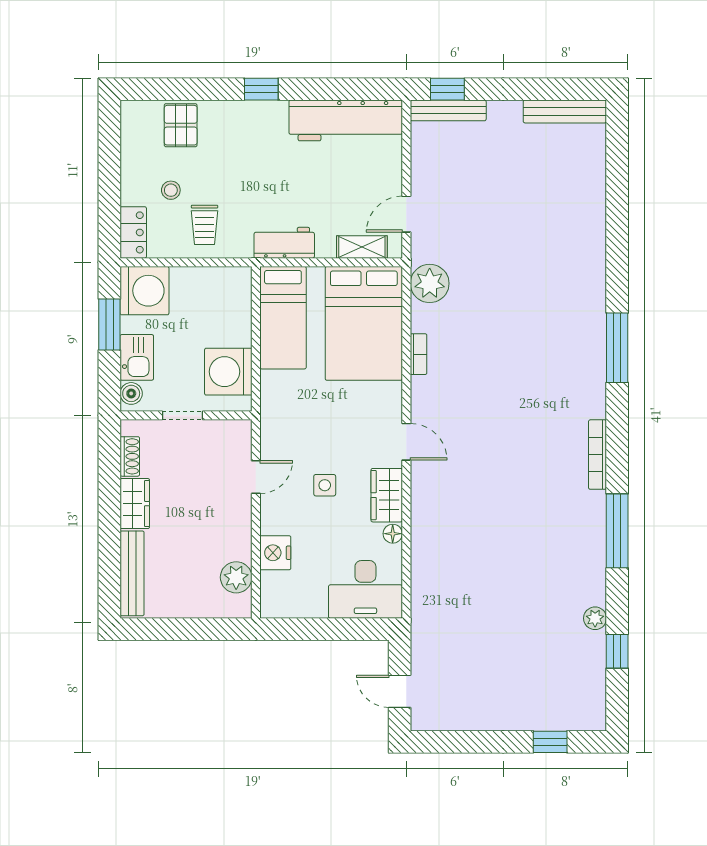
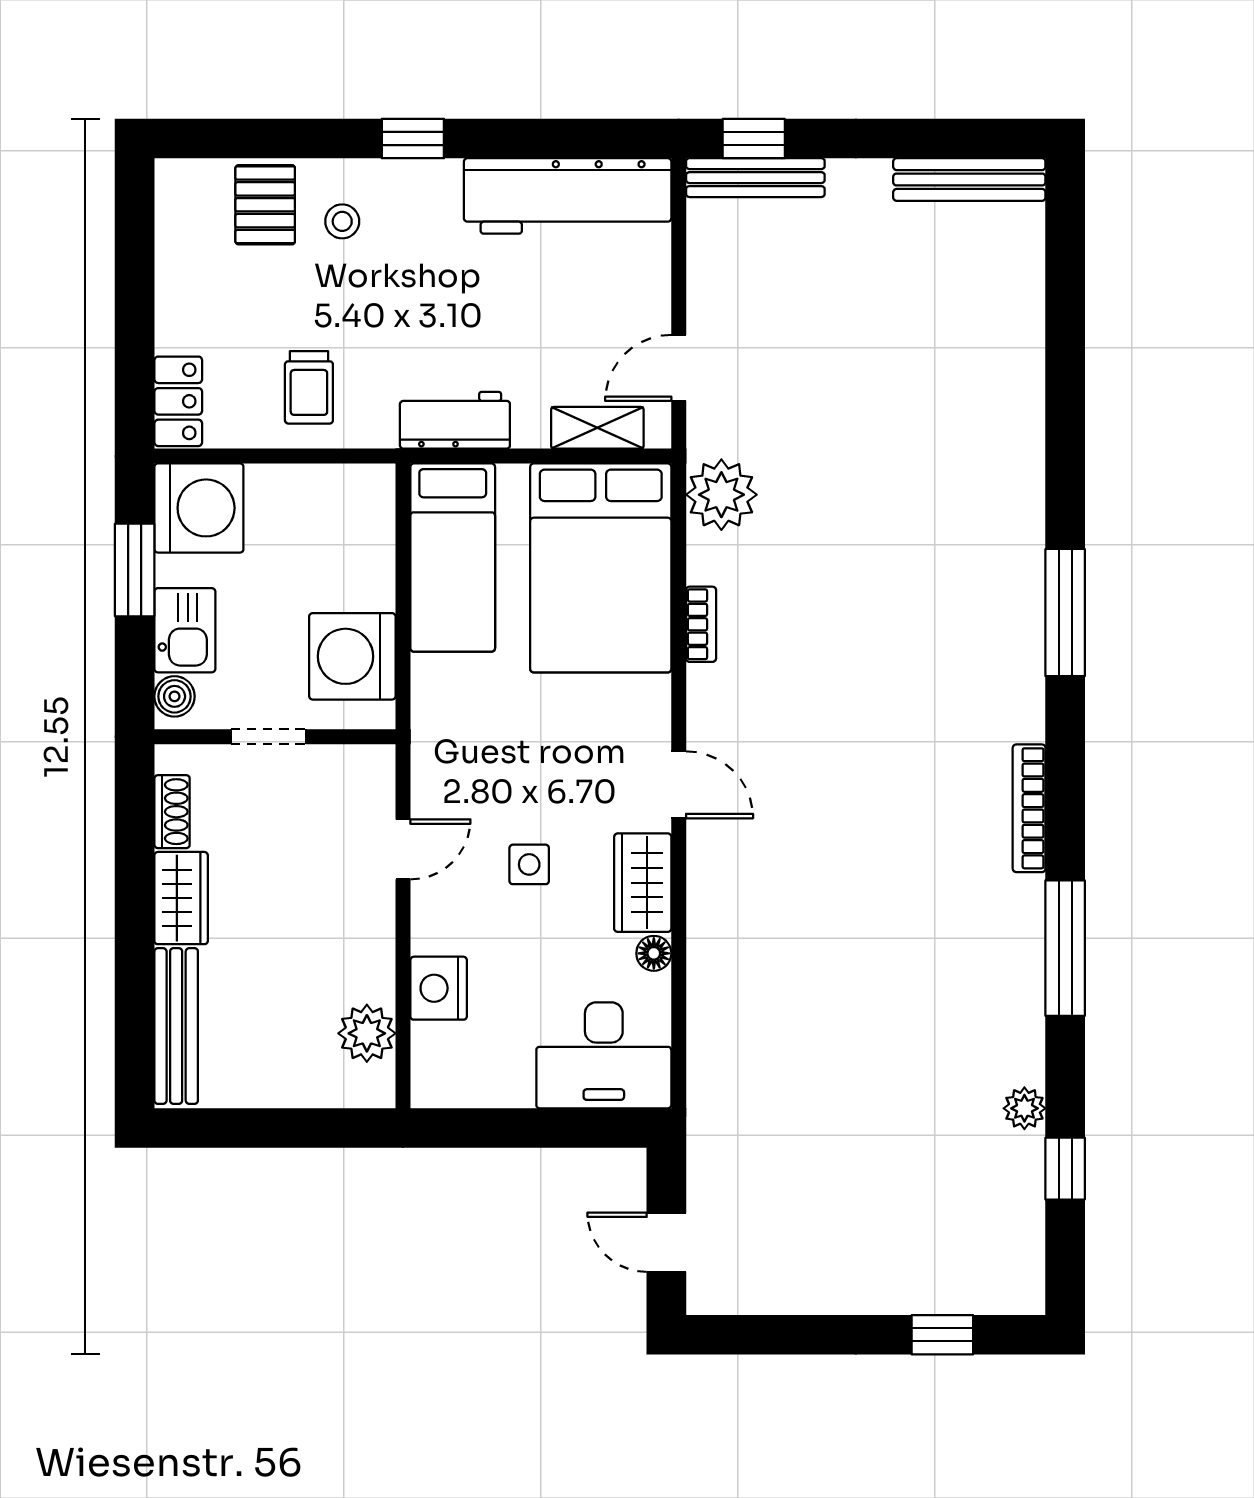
stool: (171, 190) -> (342, 221), moved

